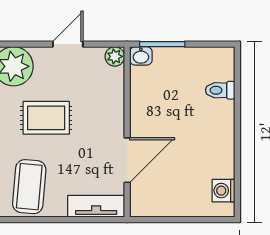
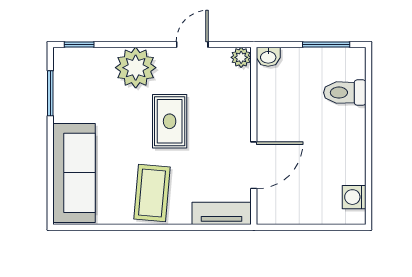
window: (162, 44) -> (326, 45), moved
toilet: (220, 90) -> (345, 93), width x1.37, depth x1.39
rug: (46, 118) -> (170, 121), turned 90

